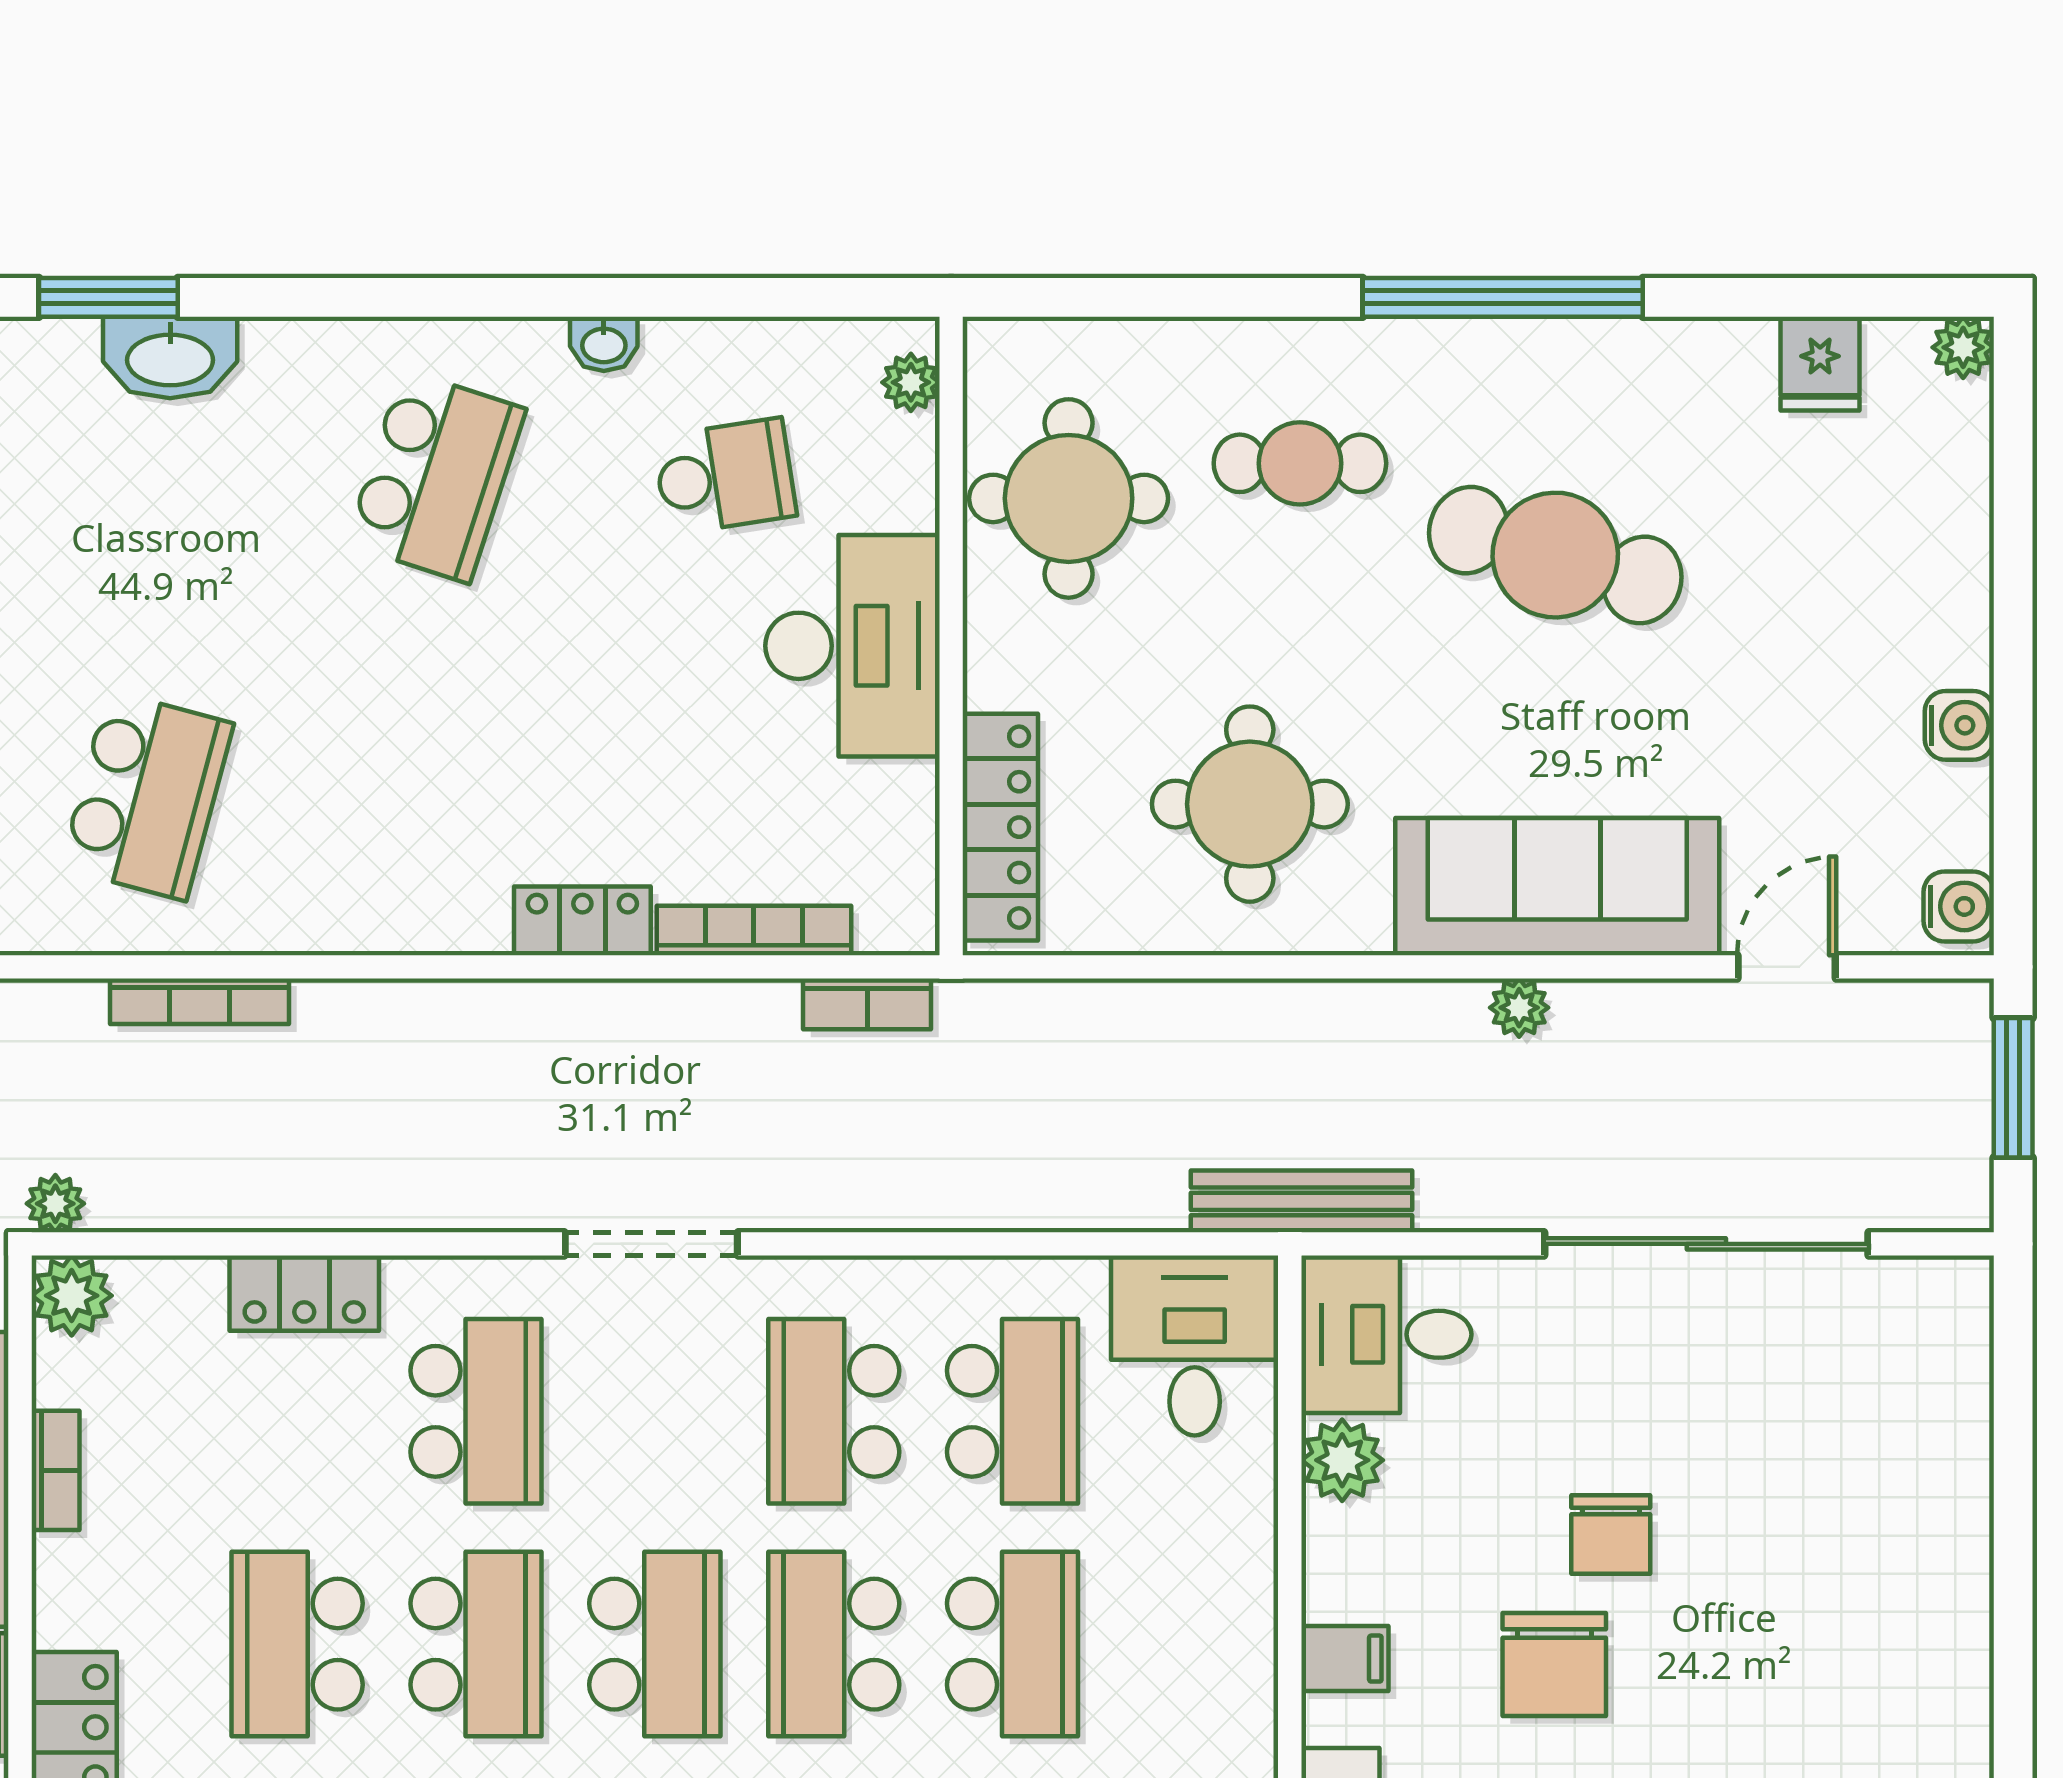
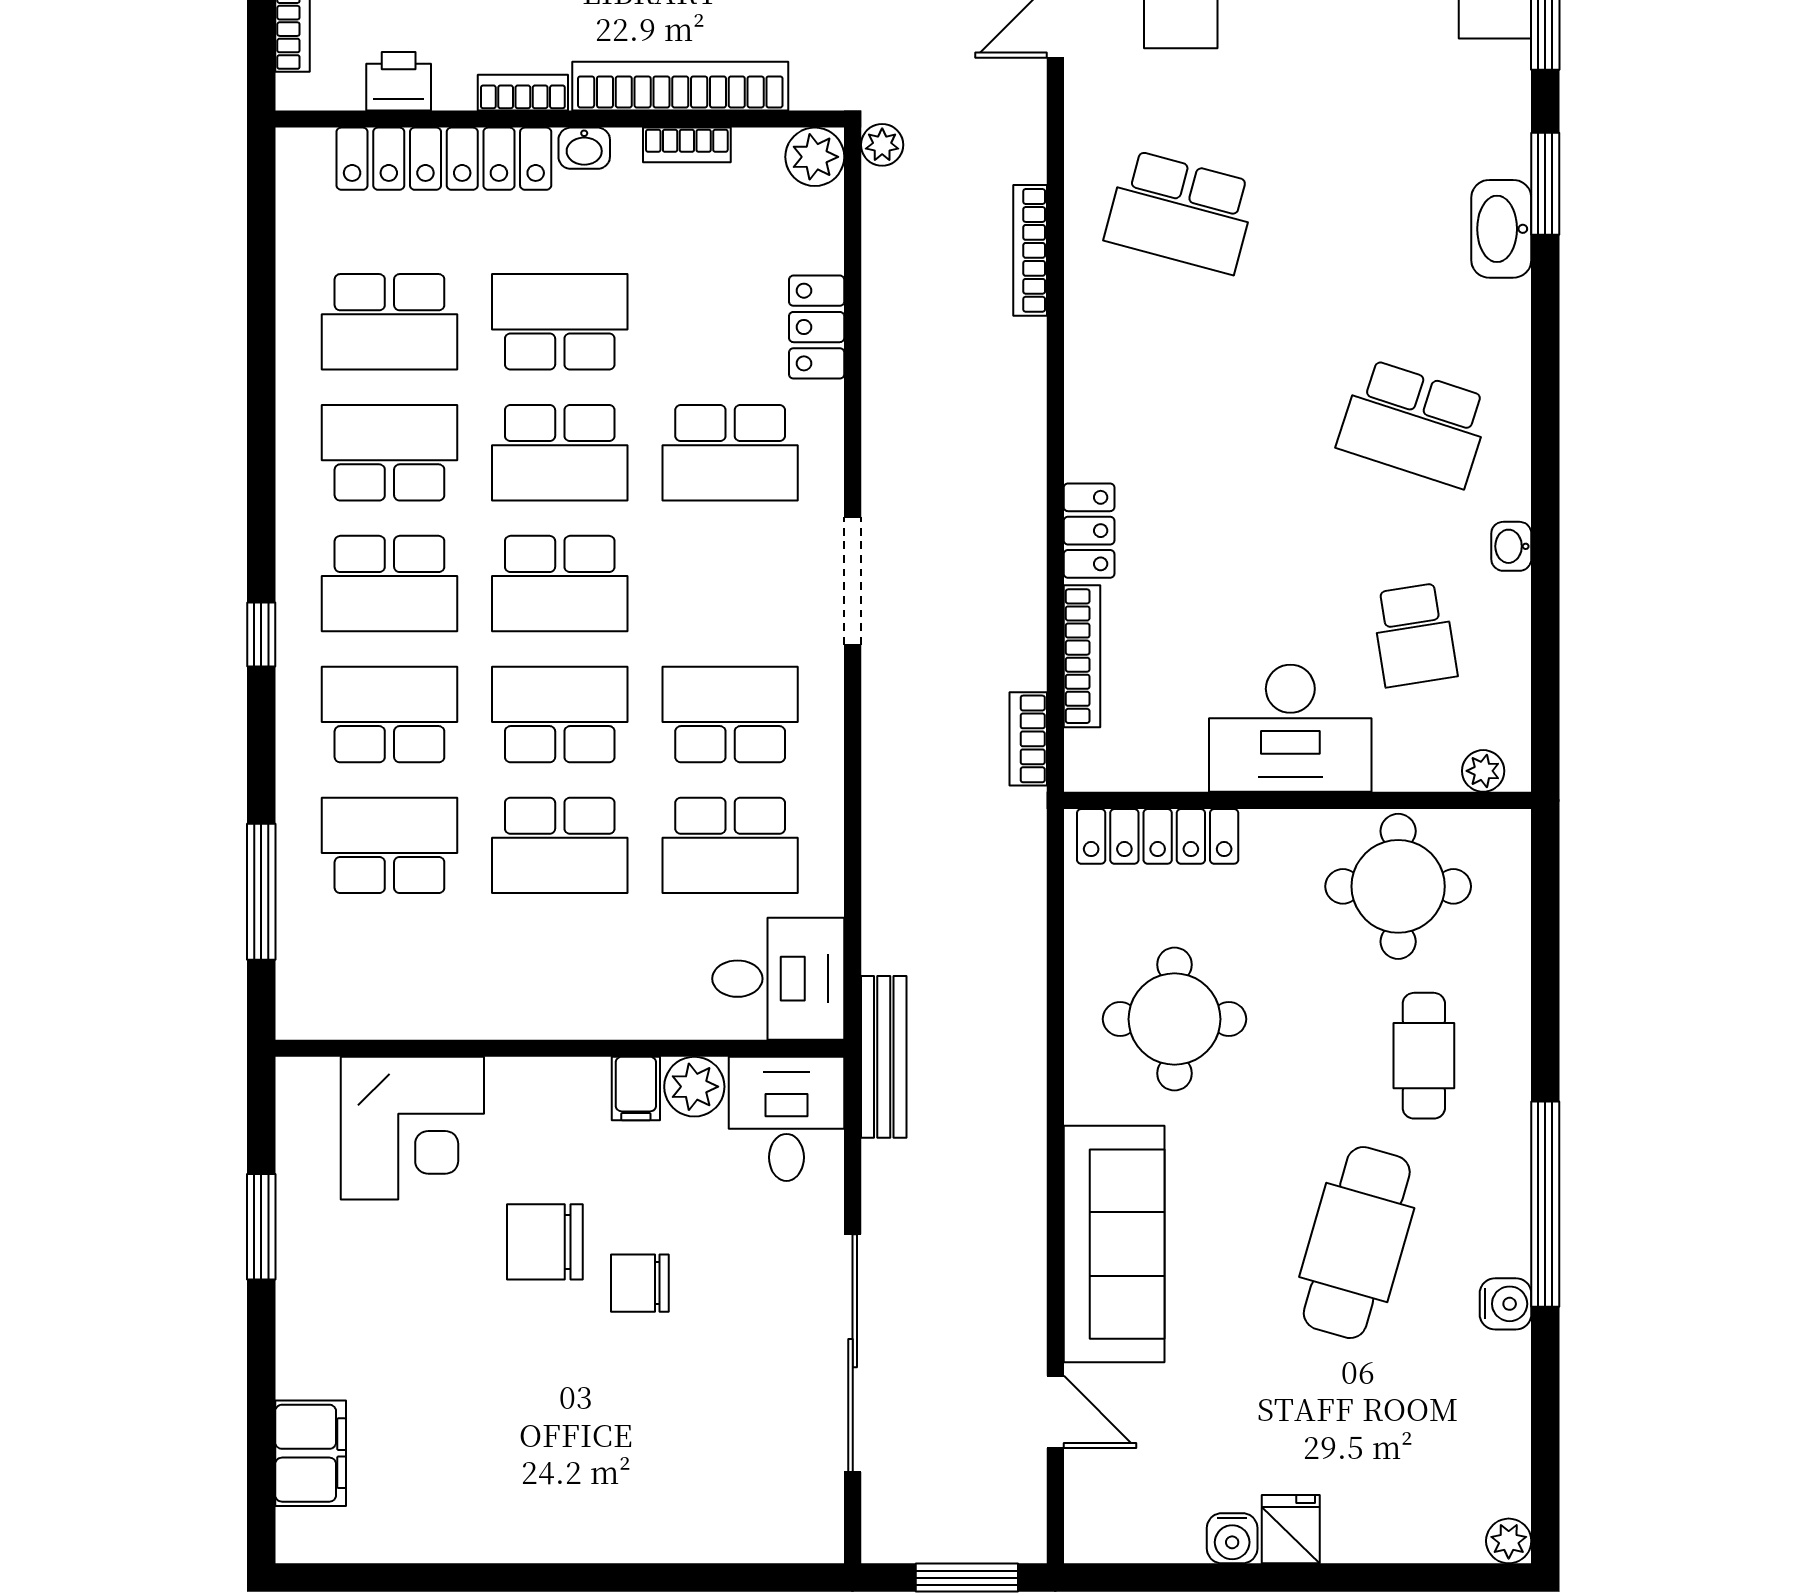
fridge: (1820, 364) -> (1291, 1529), moved, turned 90
water cooler: (1959, 906) -> (1505, 1304), moved, turned -90
plant: (1519, 1008) -> (1025, 1216), removed
washbasin: (60, 1611) -> (584, 148), added
filing cabinet: (1345, 1659) -> (636, 1089), moved

